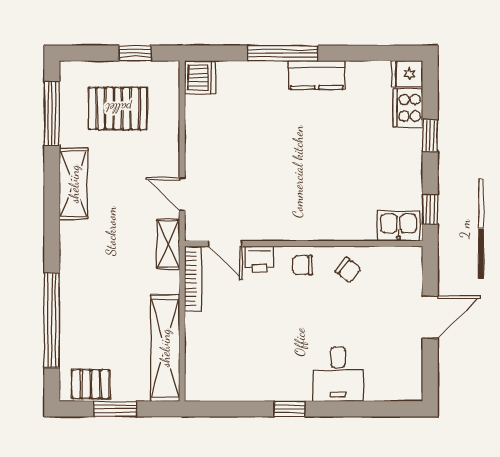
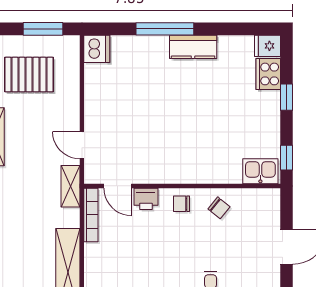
window: (135, 53) -> (43, 29), width x1.50

